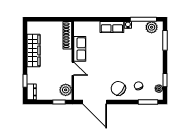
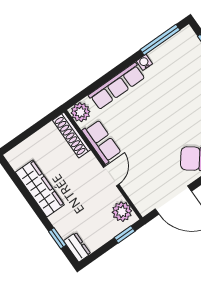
row of seats: (112, 27) -> (117, 86), width x1.48
plant: (152, 27) -> (80, 112), moved
door: (73, 69) -> (111, 176), hinge flipped

